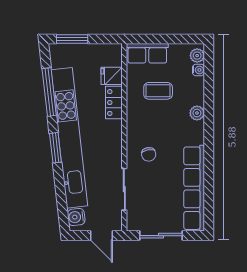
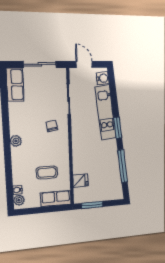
window: (72, 39) -> (92, 205), moved
locker: (114, 103) -> (78, 162), removed
plant: (197, 113) -> (16, 141), moved
kitchen unit: (69, 138) -> (105, 113), width x0.54
row of seats: (194, 188) -> (15, 85), width x0.50

